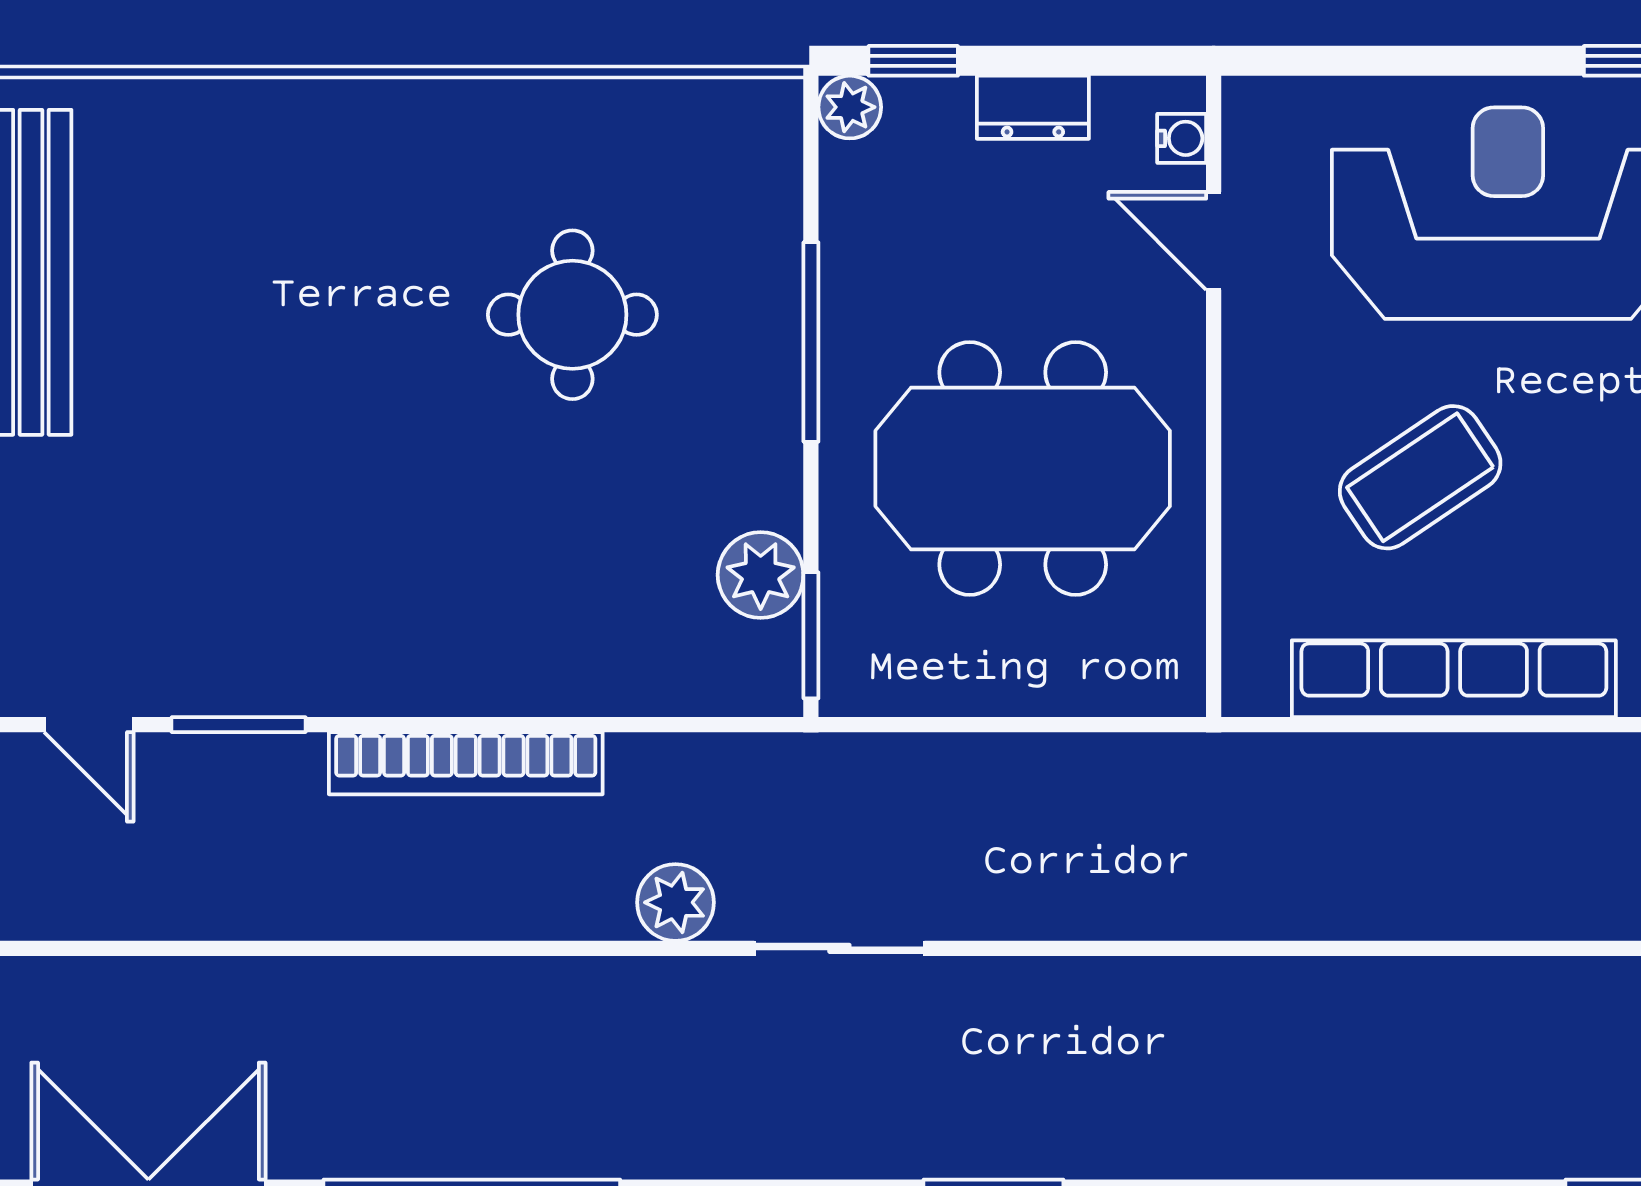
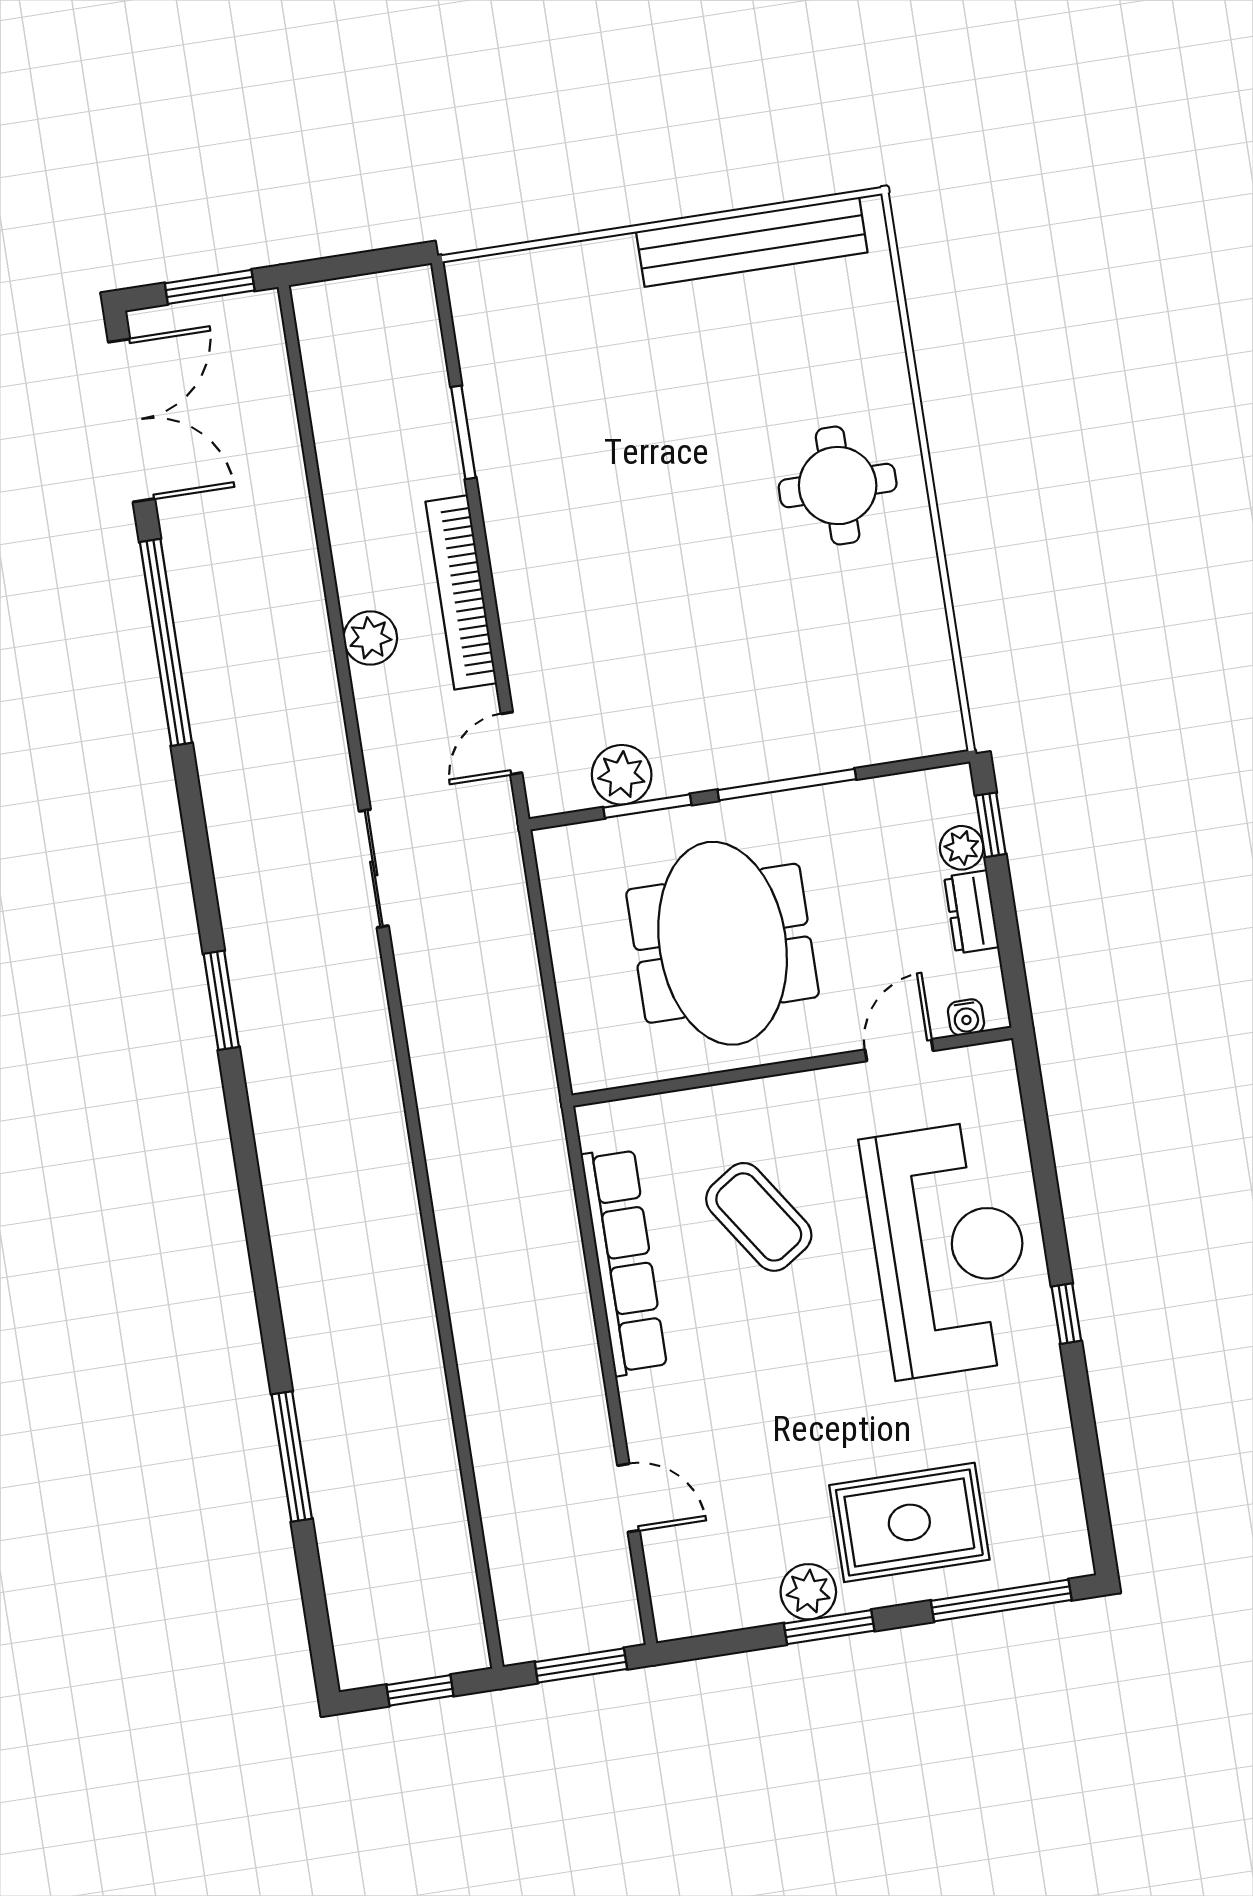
plant: (850, 107) -> (962, 848), moved
round table: (572, 315) -> (838, 486), moved
window: (811, 635) -> (647, 806), moved
door: (89, 725) -> (512, 743), moved
plant: (675, 902) -> (370, 638), moved

